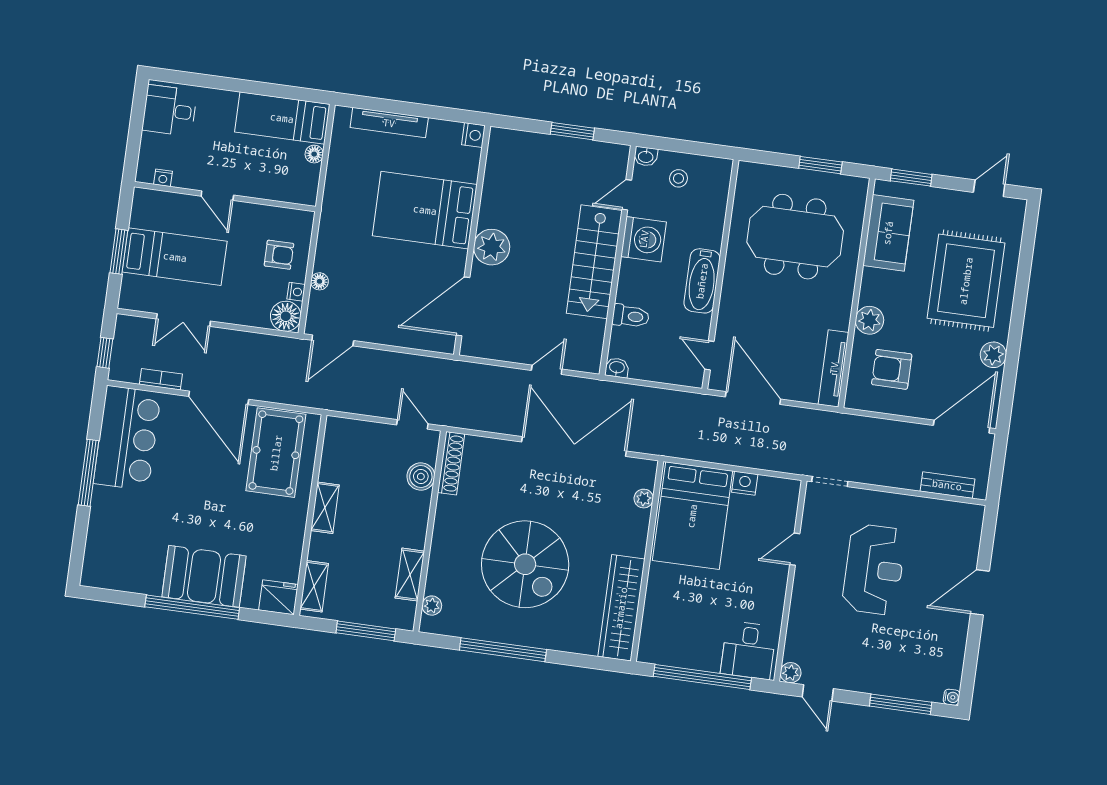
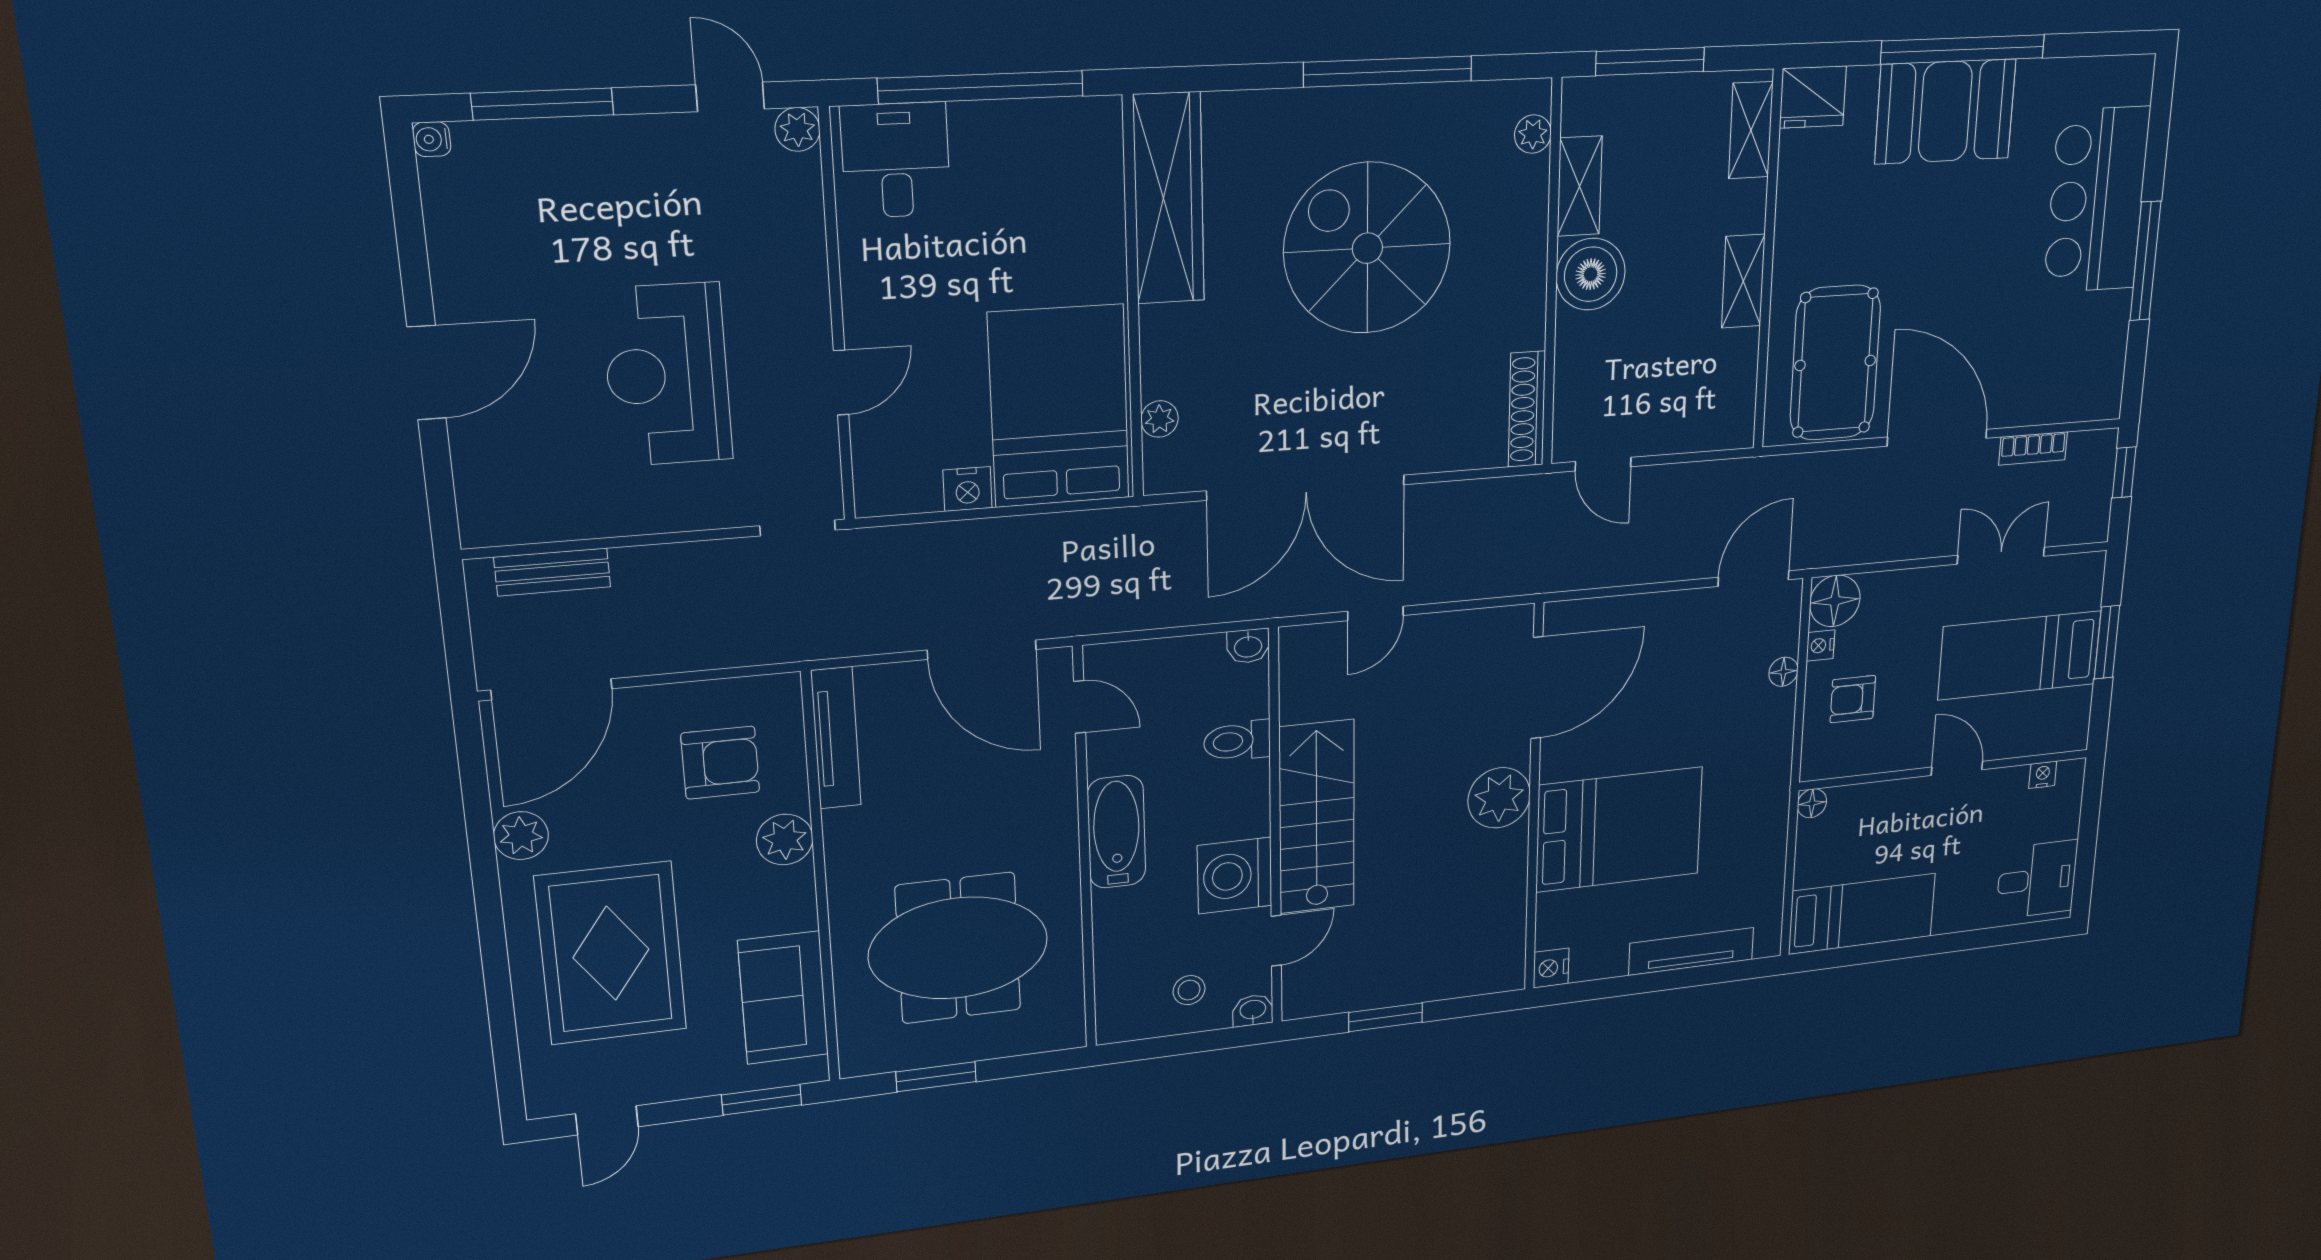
floor lamp: (314, 154) -> (1812, 803), moved
bar counter: (127, 438) -> (2097, 200), moved
boiler: (421, 477) -> (1591, 274), moved, width x1.37, depth x1.37

